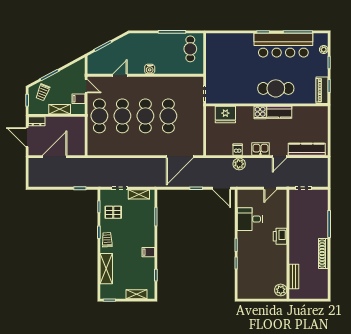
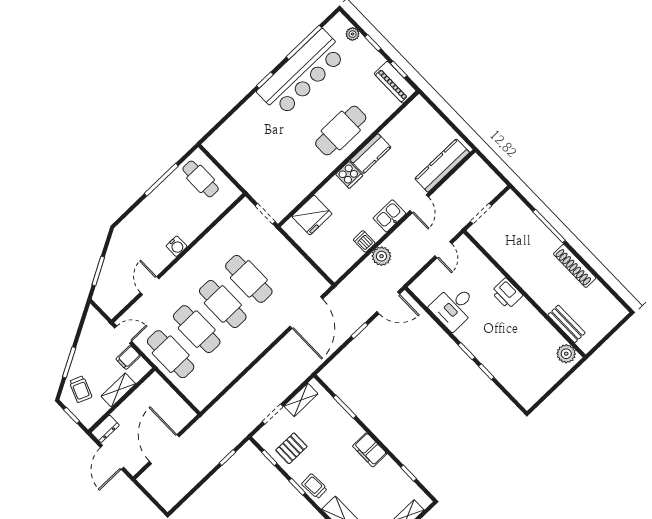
door: (27, 137) -> (112, 457), hinge flipped
filing cabinet: (148, 252) -> (370, 450), width x2.00

